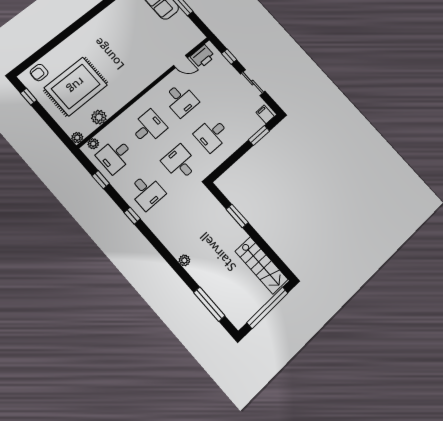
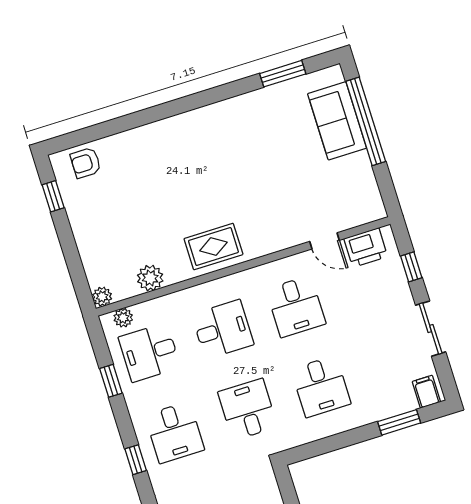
rug: (76, 86) -> (213, 247), moved, width x0.54, depth x0.49
desk: (212, 135) -> (321, 386), turned -90

